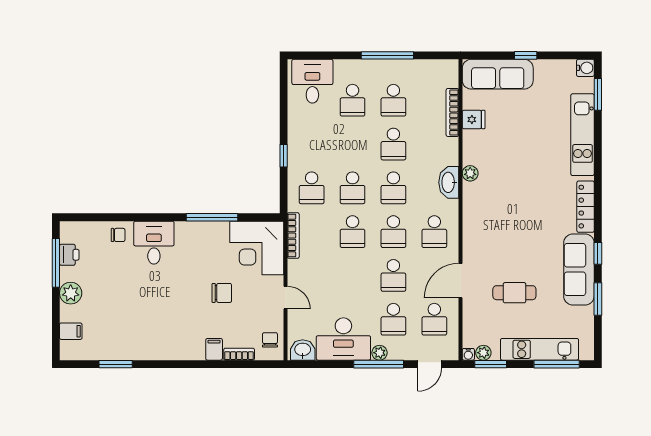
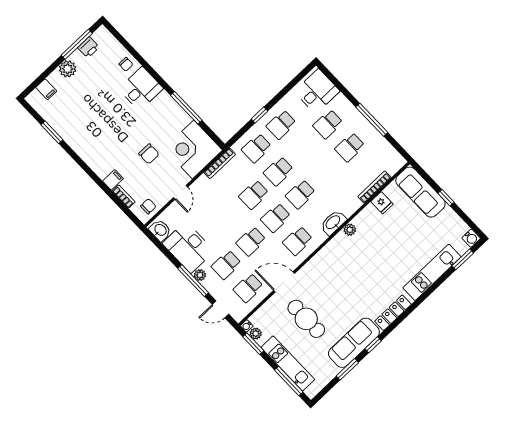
school desk: (393, 144) -> (281, 125), moved
cafe table: (514, 293) -> (306, 319), width x1.37, depth x1.35

